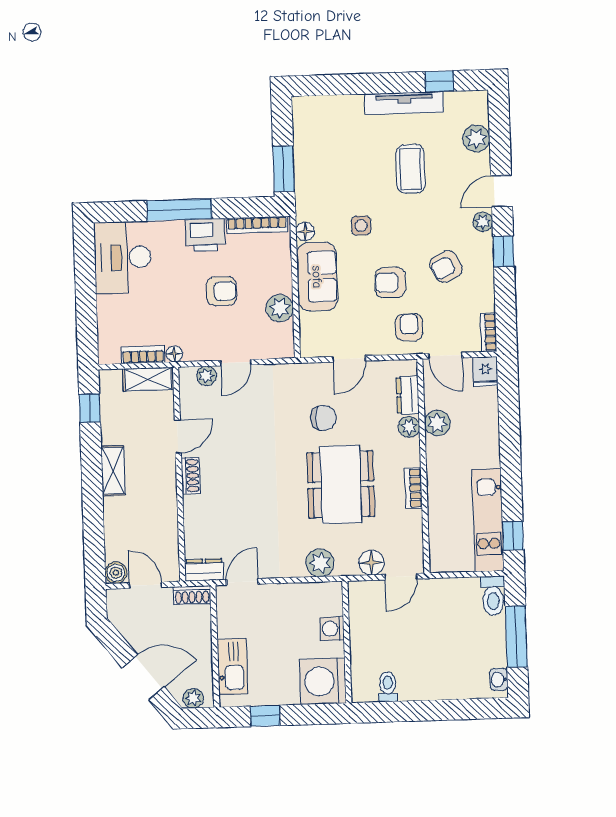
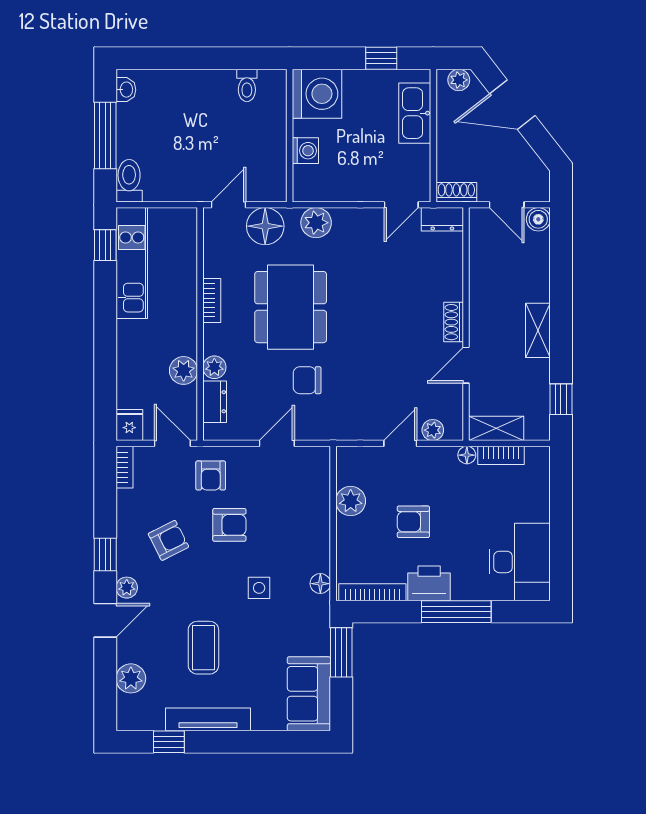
sofa: (317, 277) -> (309, 694), moved
floor lamp: (371, 563) -> (265, 226), width x1.38, depth x1.38

